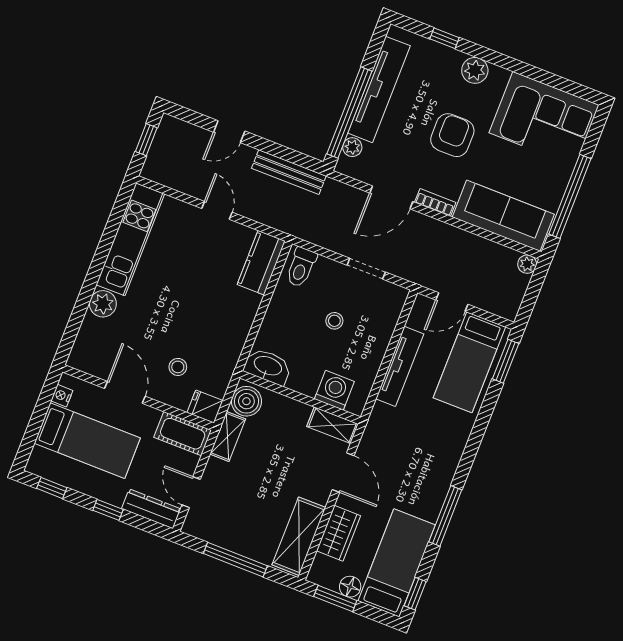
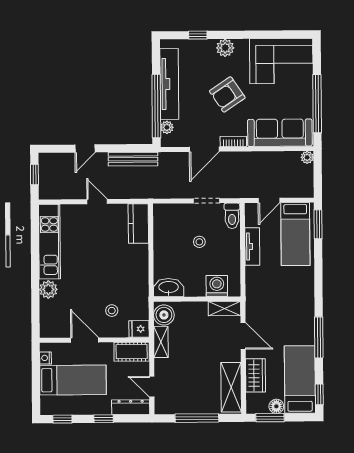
armchair: (452, 135) -> (227, 94), turned -124
toilet: (301, 267) -> (232, 216), moved
tv unit: (400, 366) -> (252, 246), width x0.71

